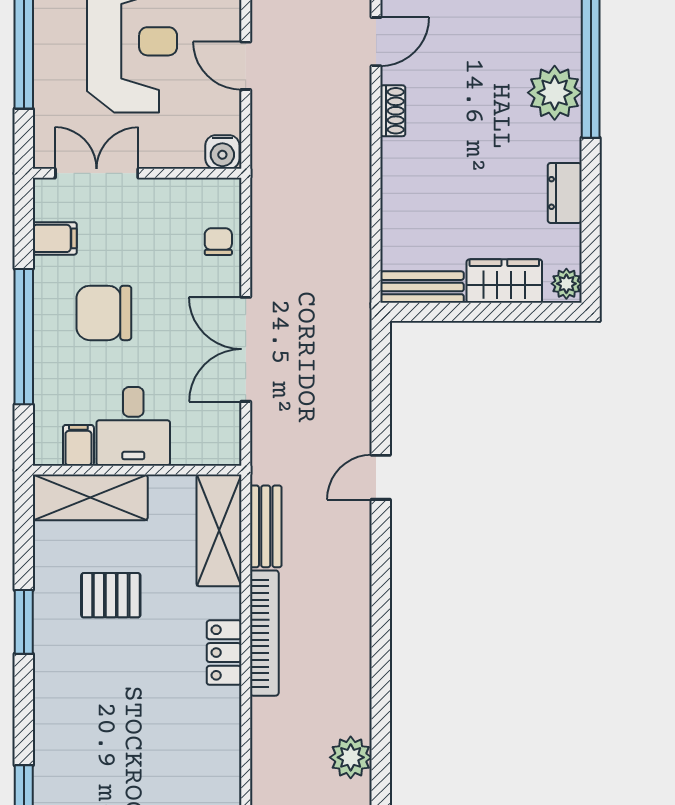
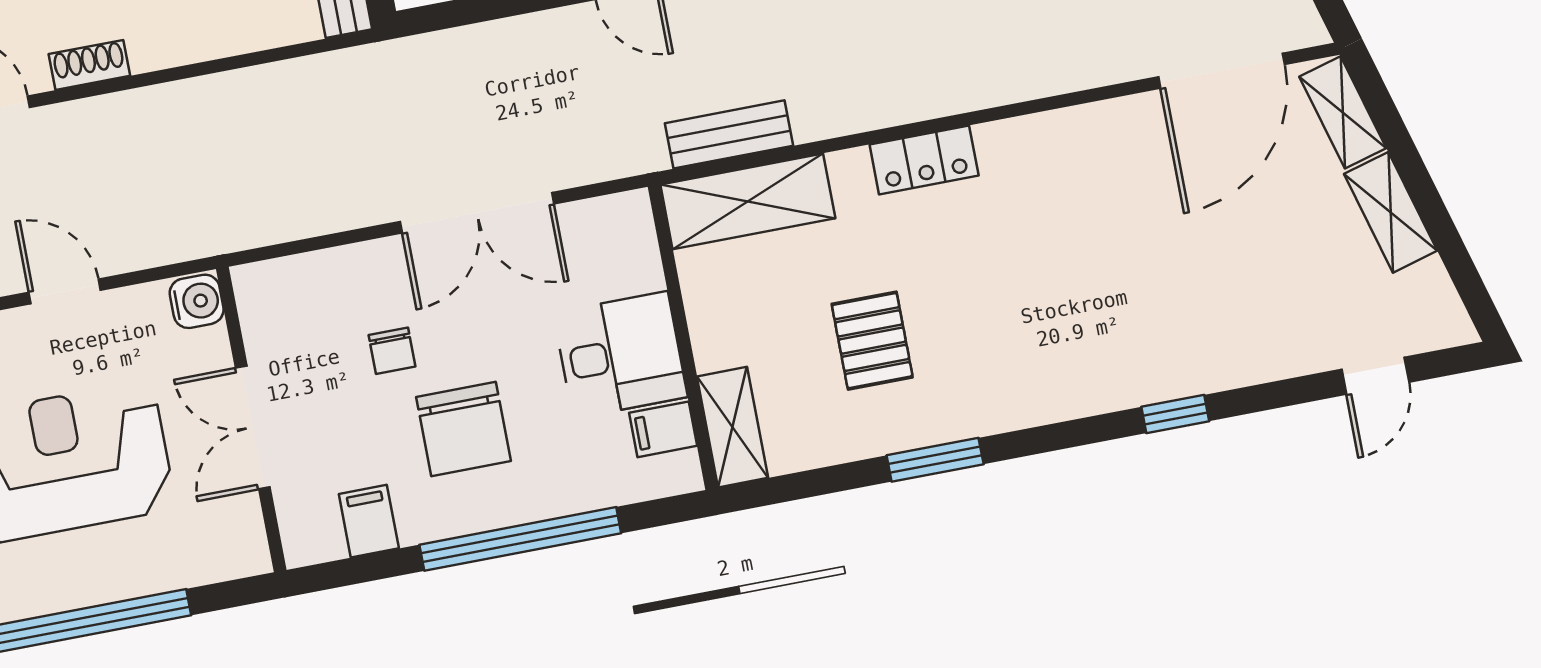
door: (246, 66) -> (65, 291), swing flipped
double door: (97, 173) -> (253, 428), moved
chair: (218, 242) -> (392, 351), moved, turned -90
shelving: (90, 497) -> (733, 427), width x0.67, depth x0.75
bookcase: (264, 633) -> (885, 107), removed

